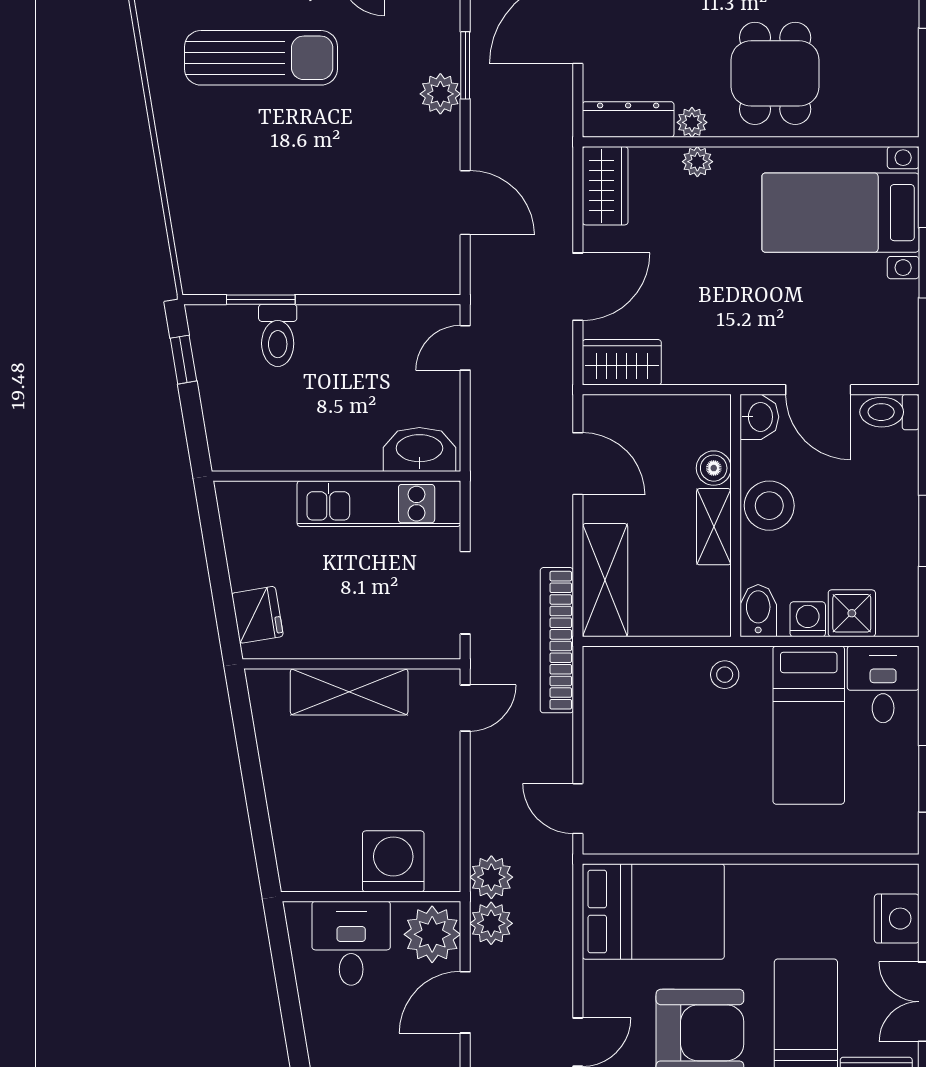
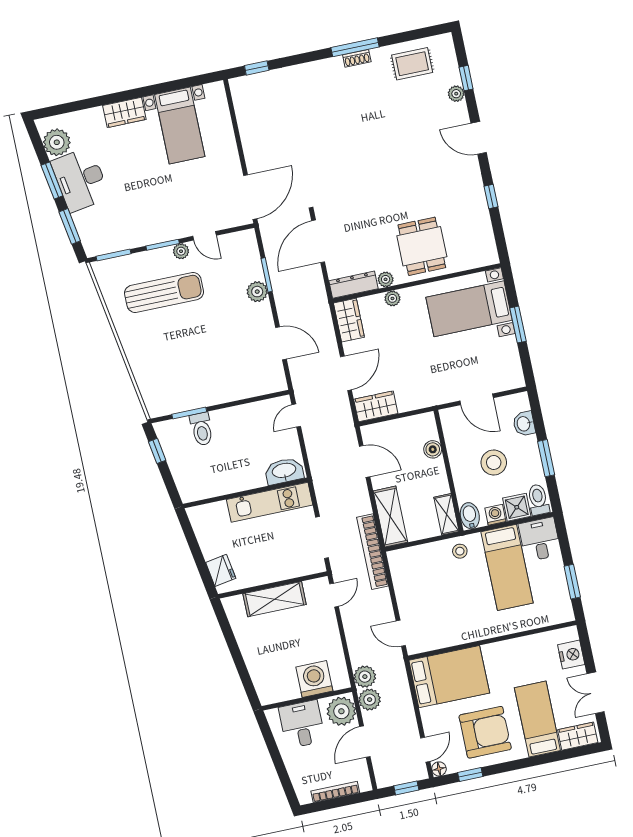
toilet: (889, 412) -> (538, 500), moved, turned 90
washbasin: (759, 417) -> (524, 424), moved, turned 180
stool: (769, 506) -> (494, 463), moved
shelving: (714, 527) -> (446, 514), moved

